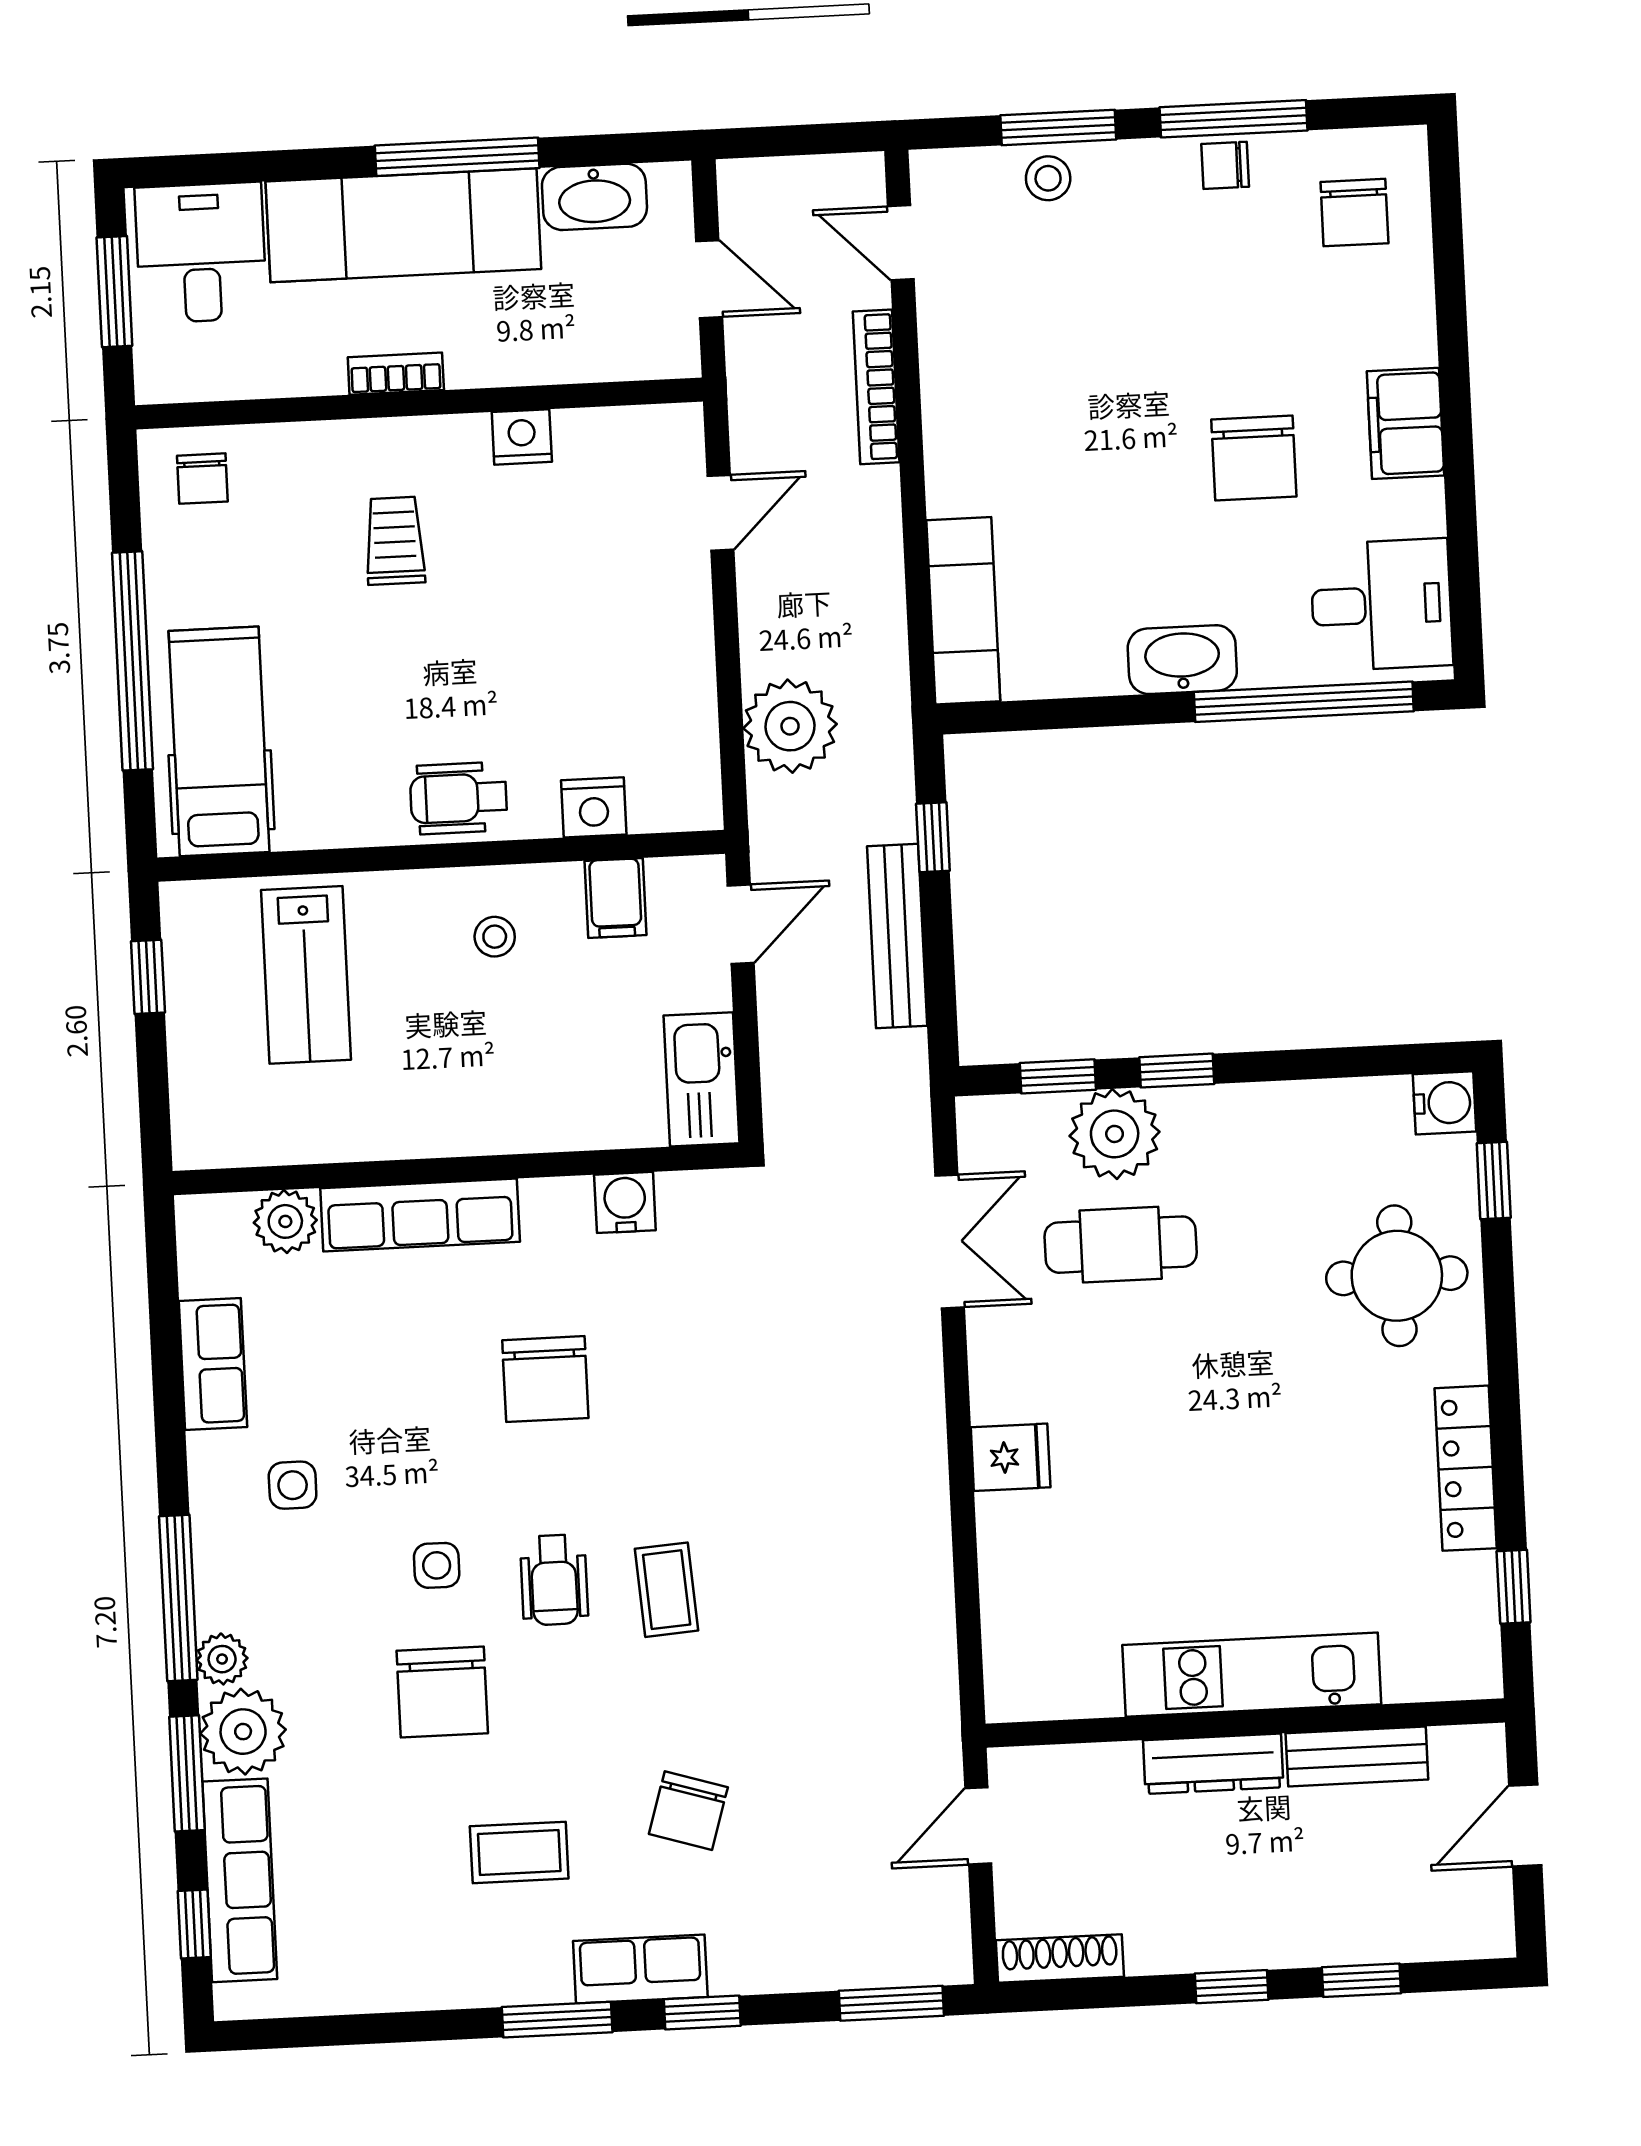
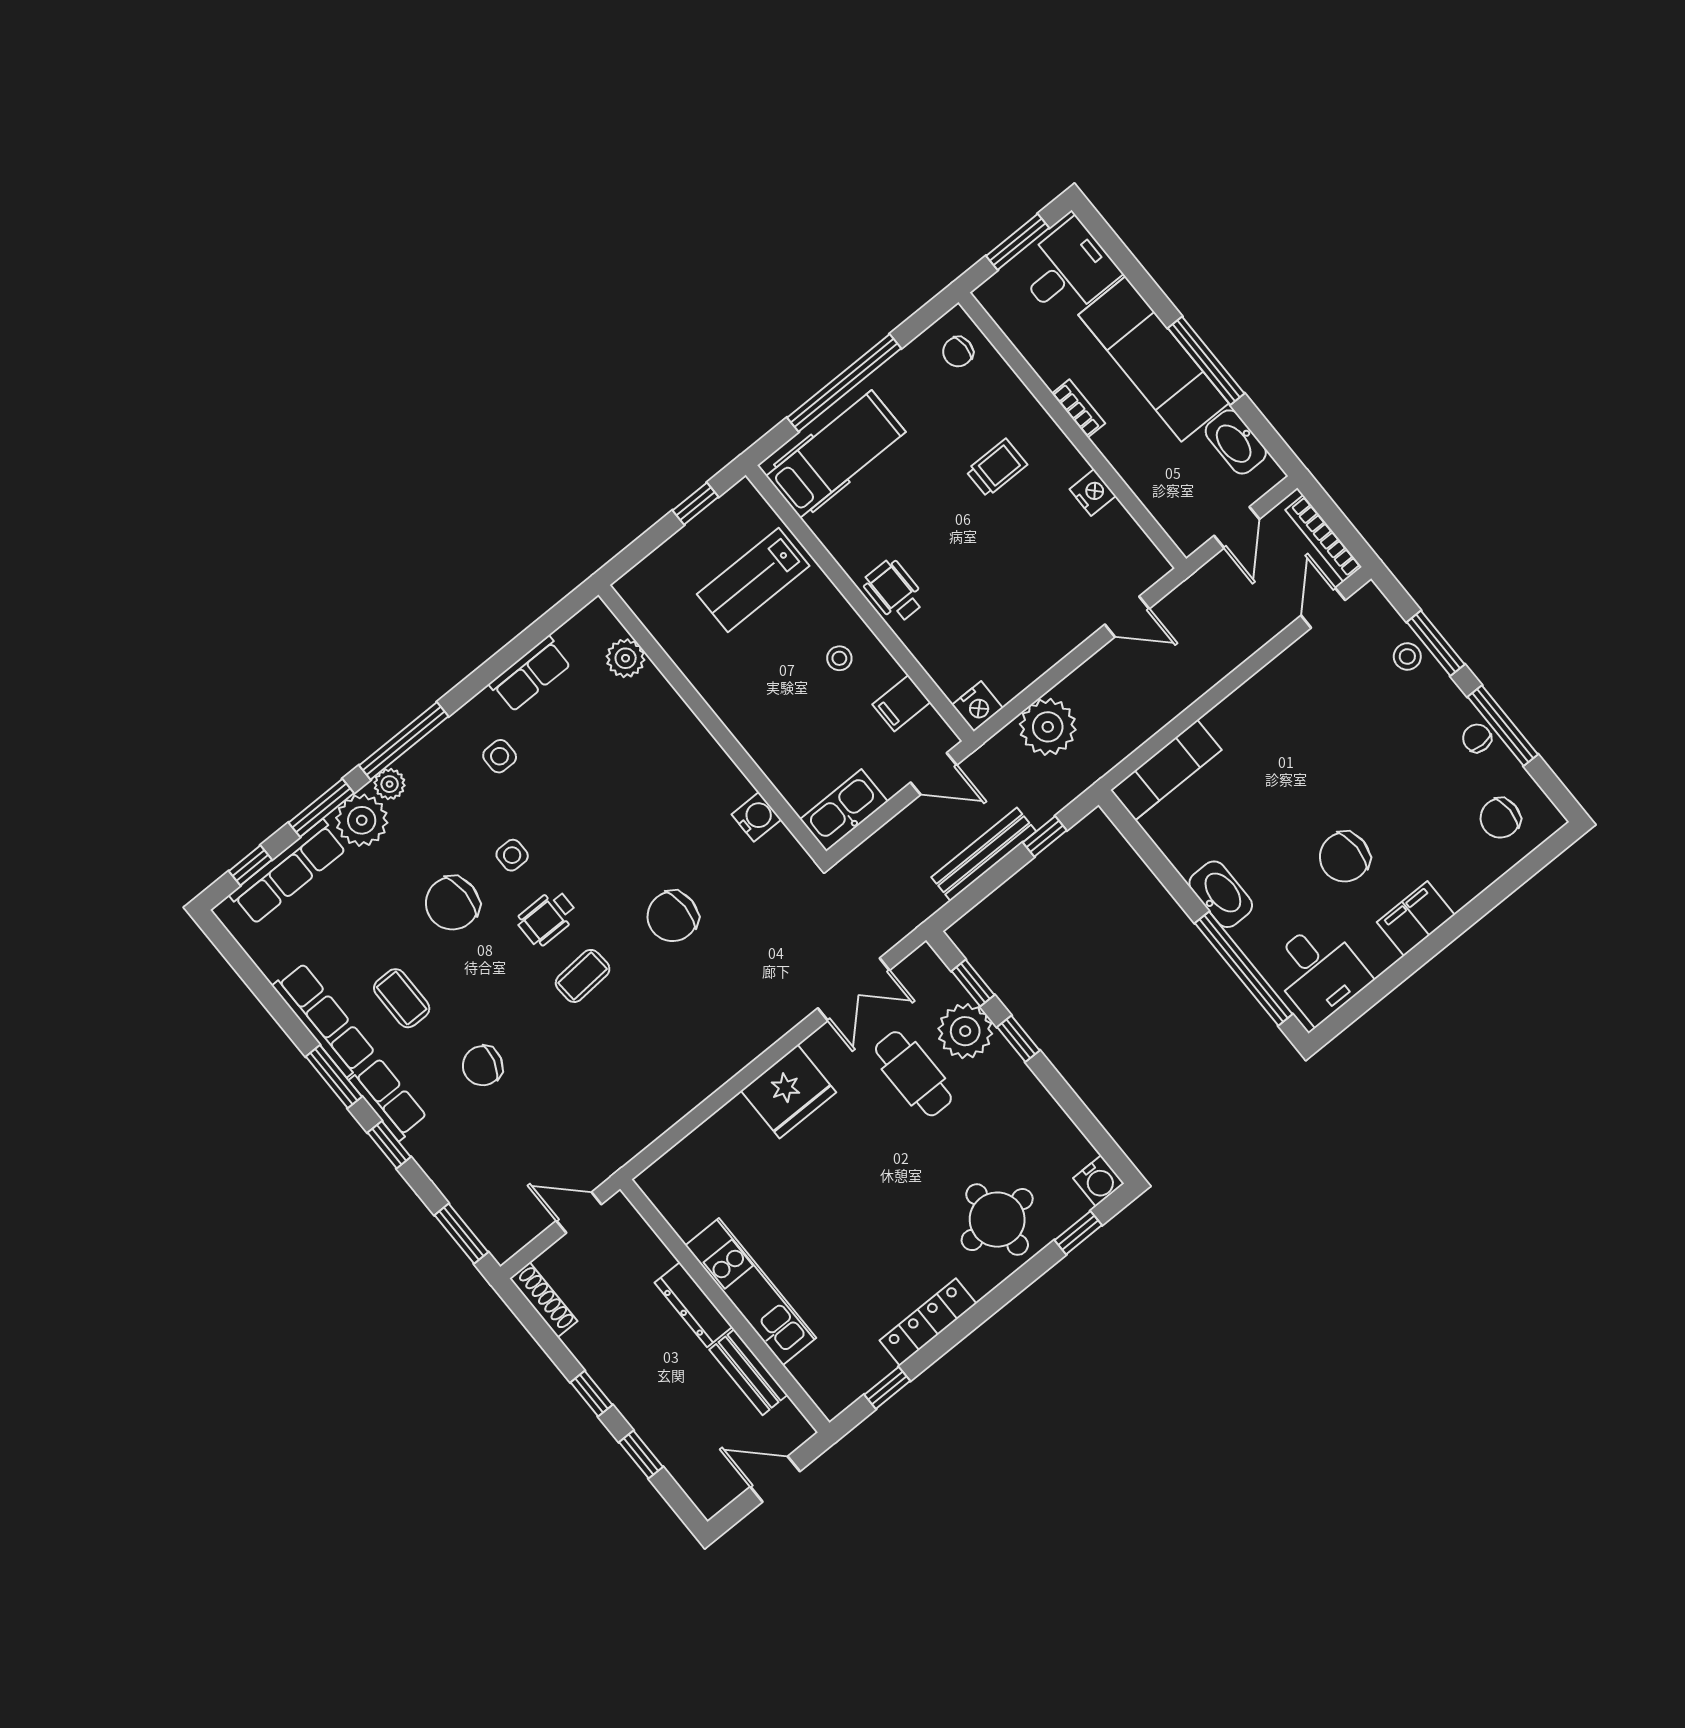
bookcase: (876, 387) -> (1323, 538), moved, turned -90
nightstand: (594, 807) -> (977, 706), moved, turned -90
row of seats: (420, 1215) -> (324, 1020), moved, turned 180
chair: (545, 1379) -> (673, 916), moved
fridge: (1011, 1457) -> (789, 1091), width x1.88, depth x1.34

